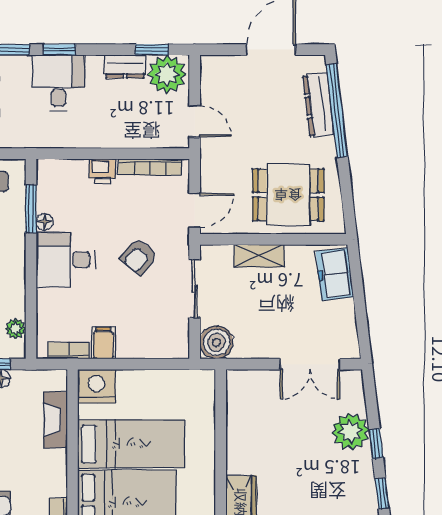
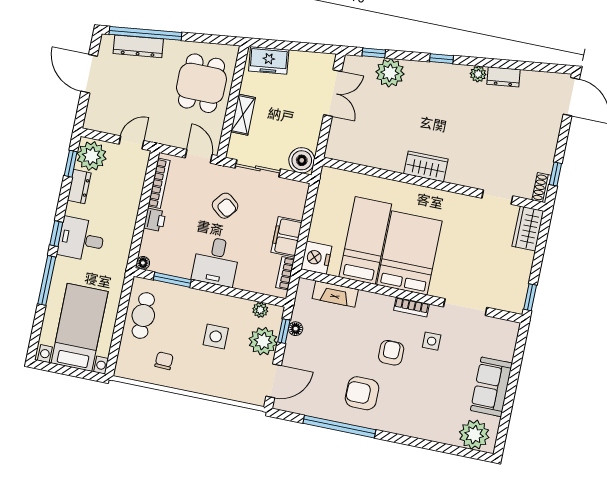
floor lamp: (45, 222) -> (143, 263), moved
filing cabinet: (103, 343) -> (287, 237), width x2.00
window: (376, 444) -> (374, 53), moved

